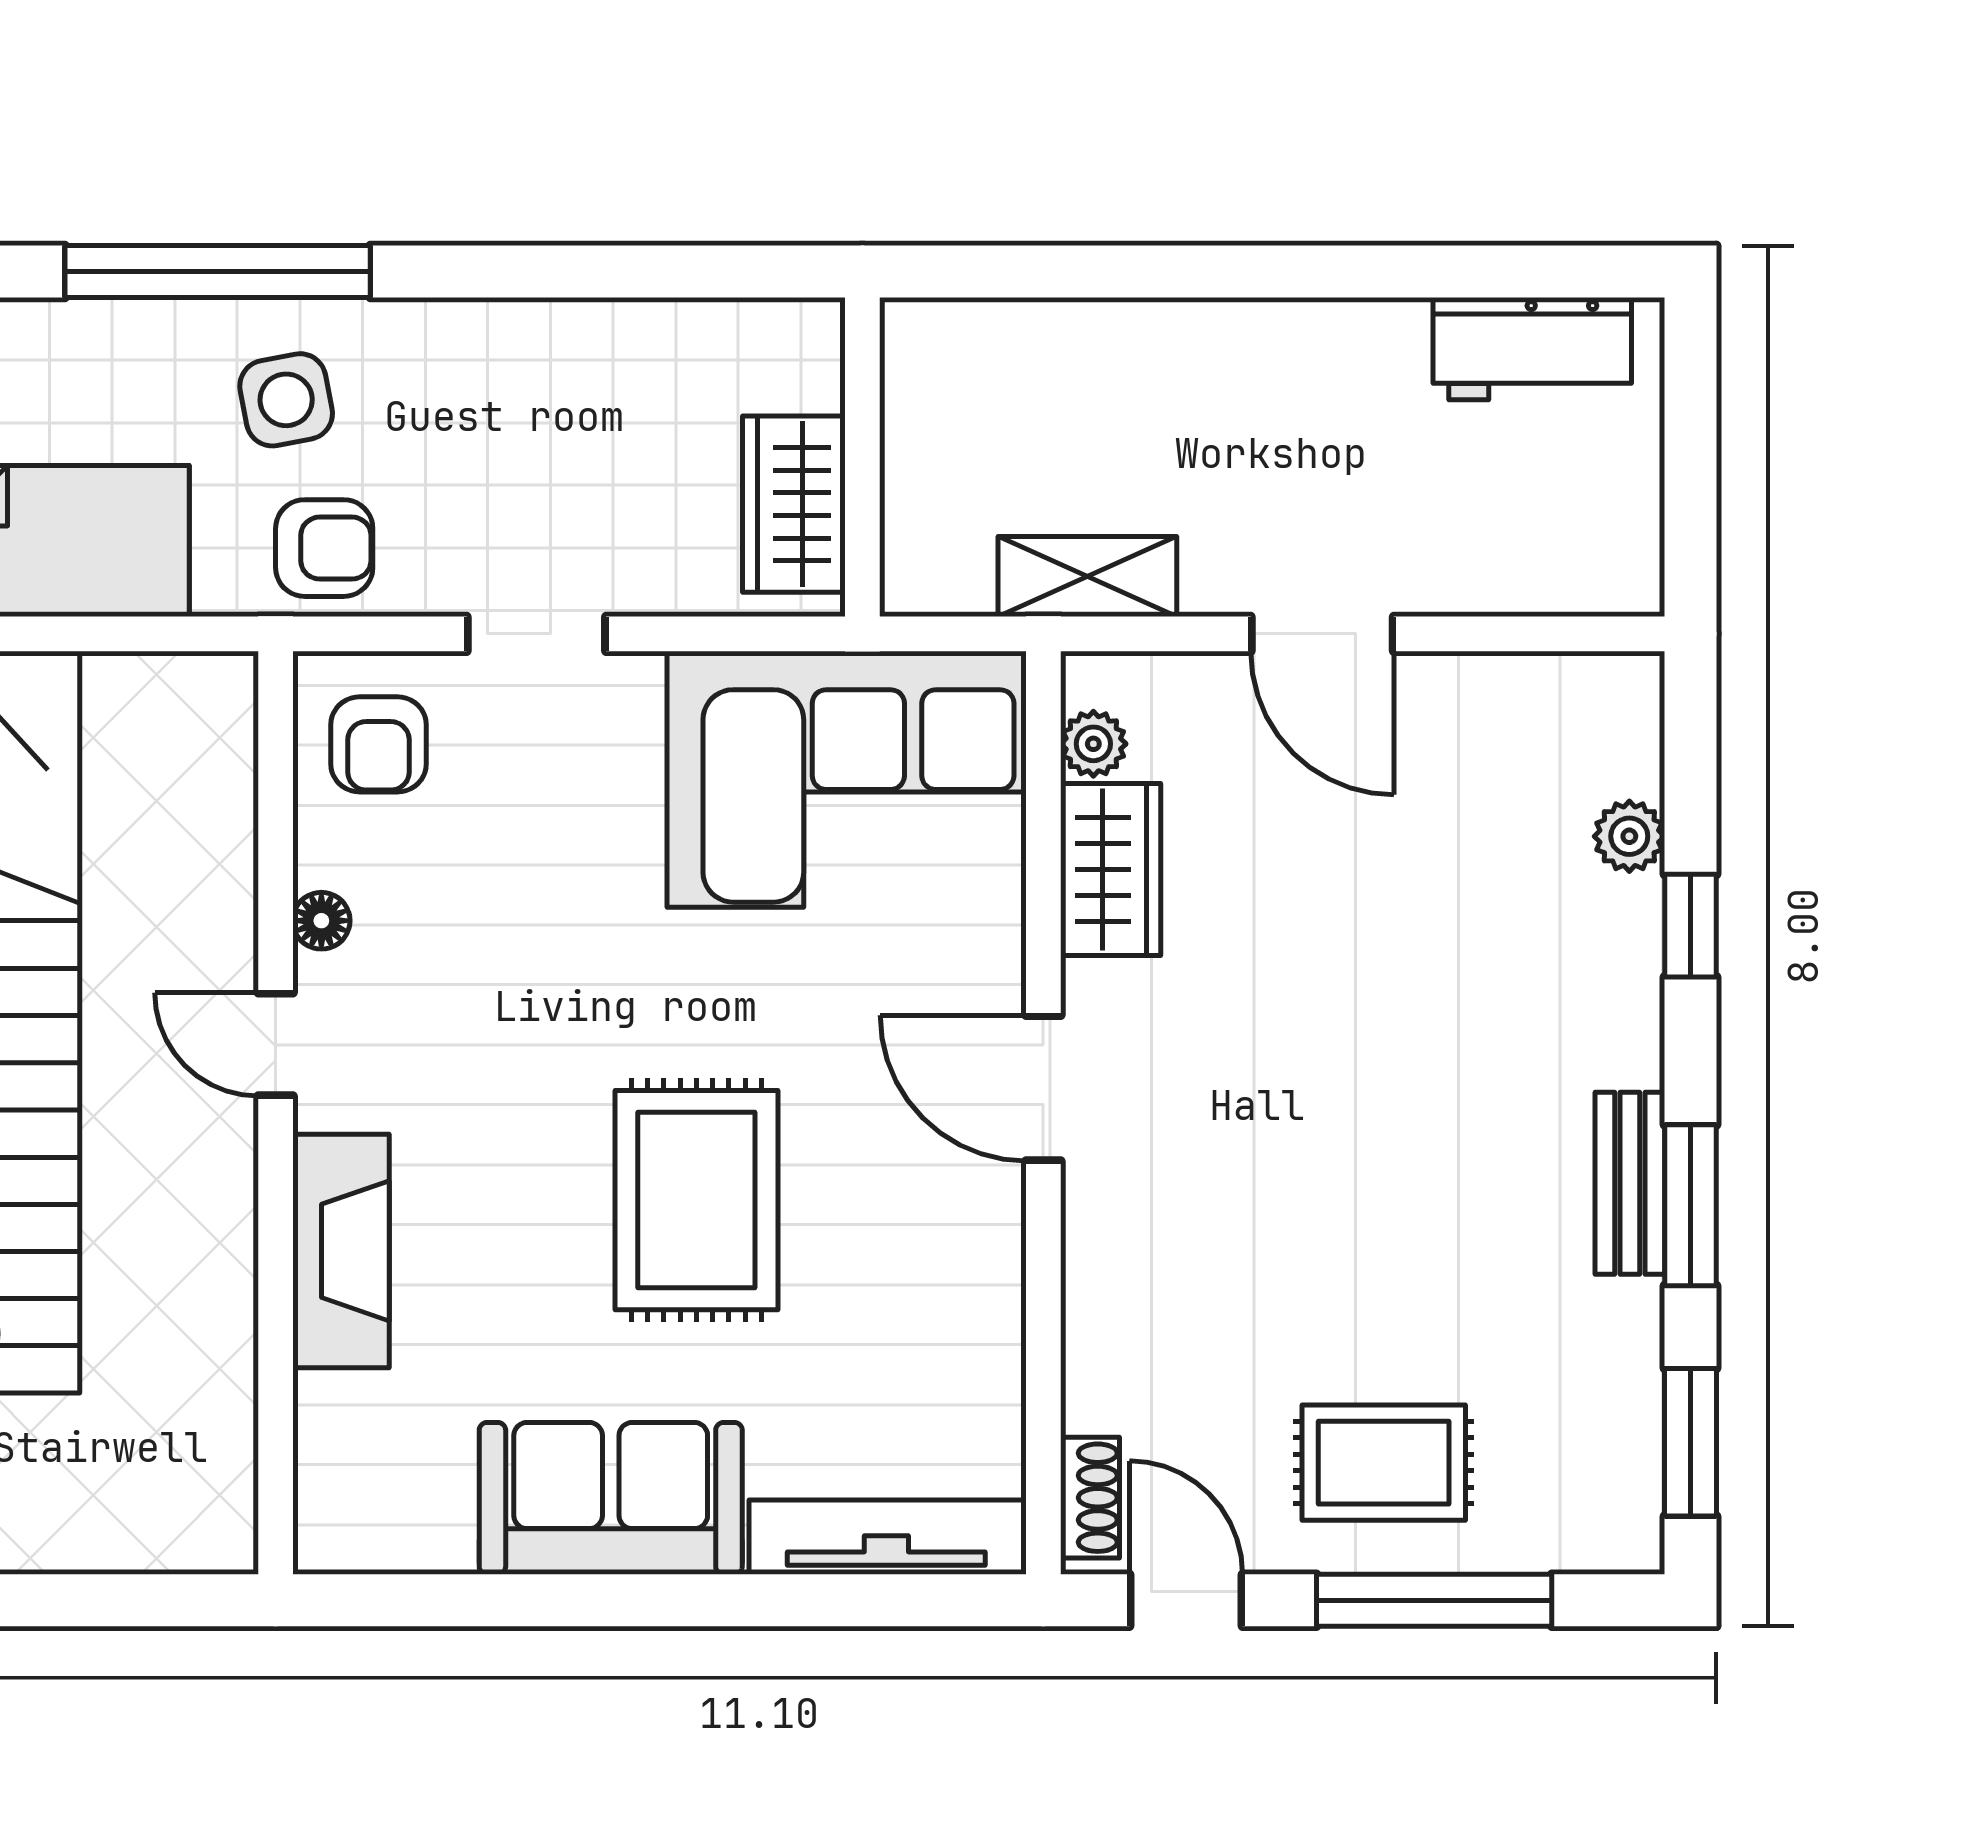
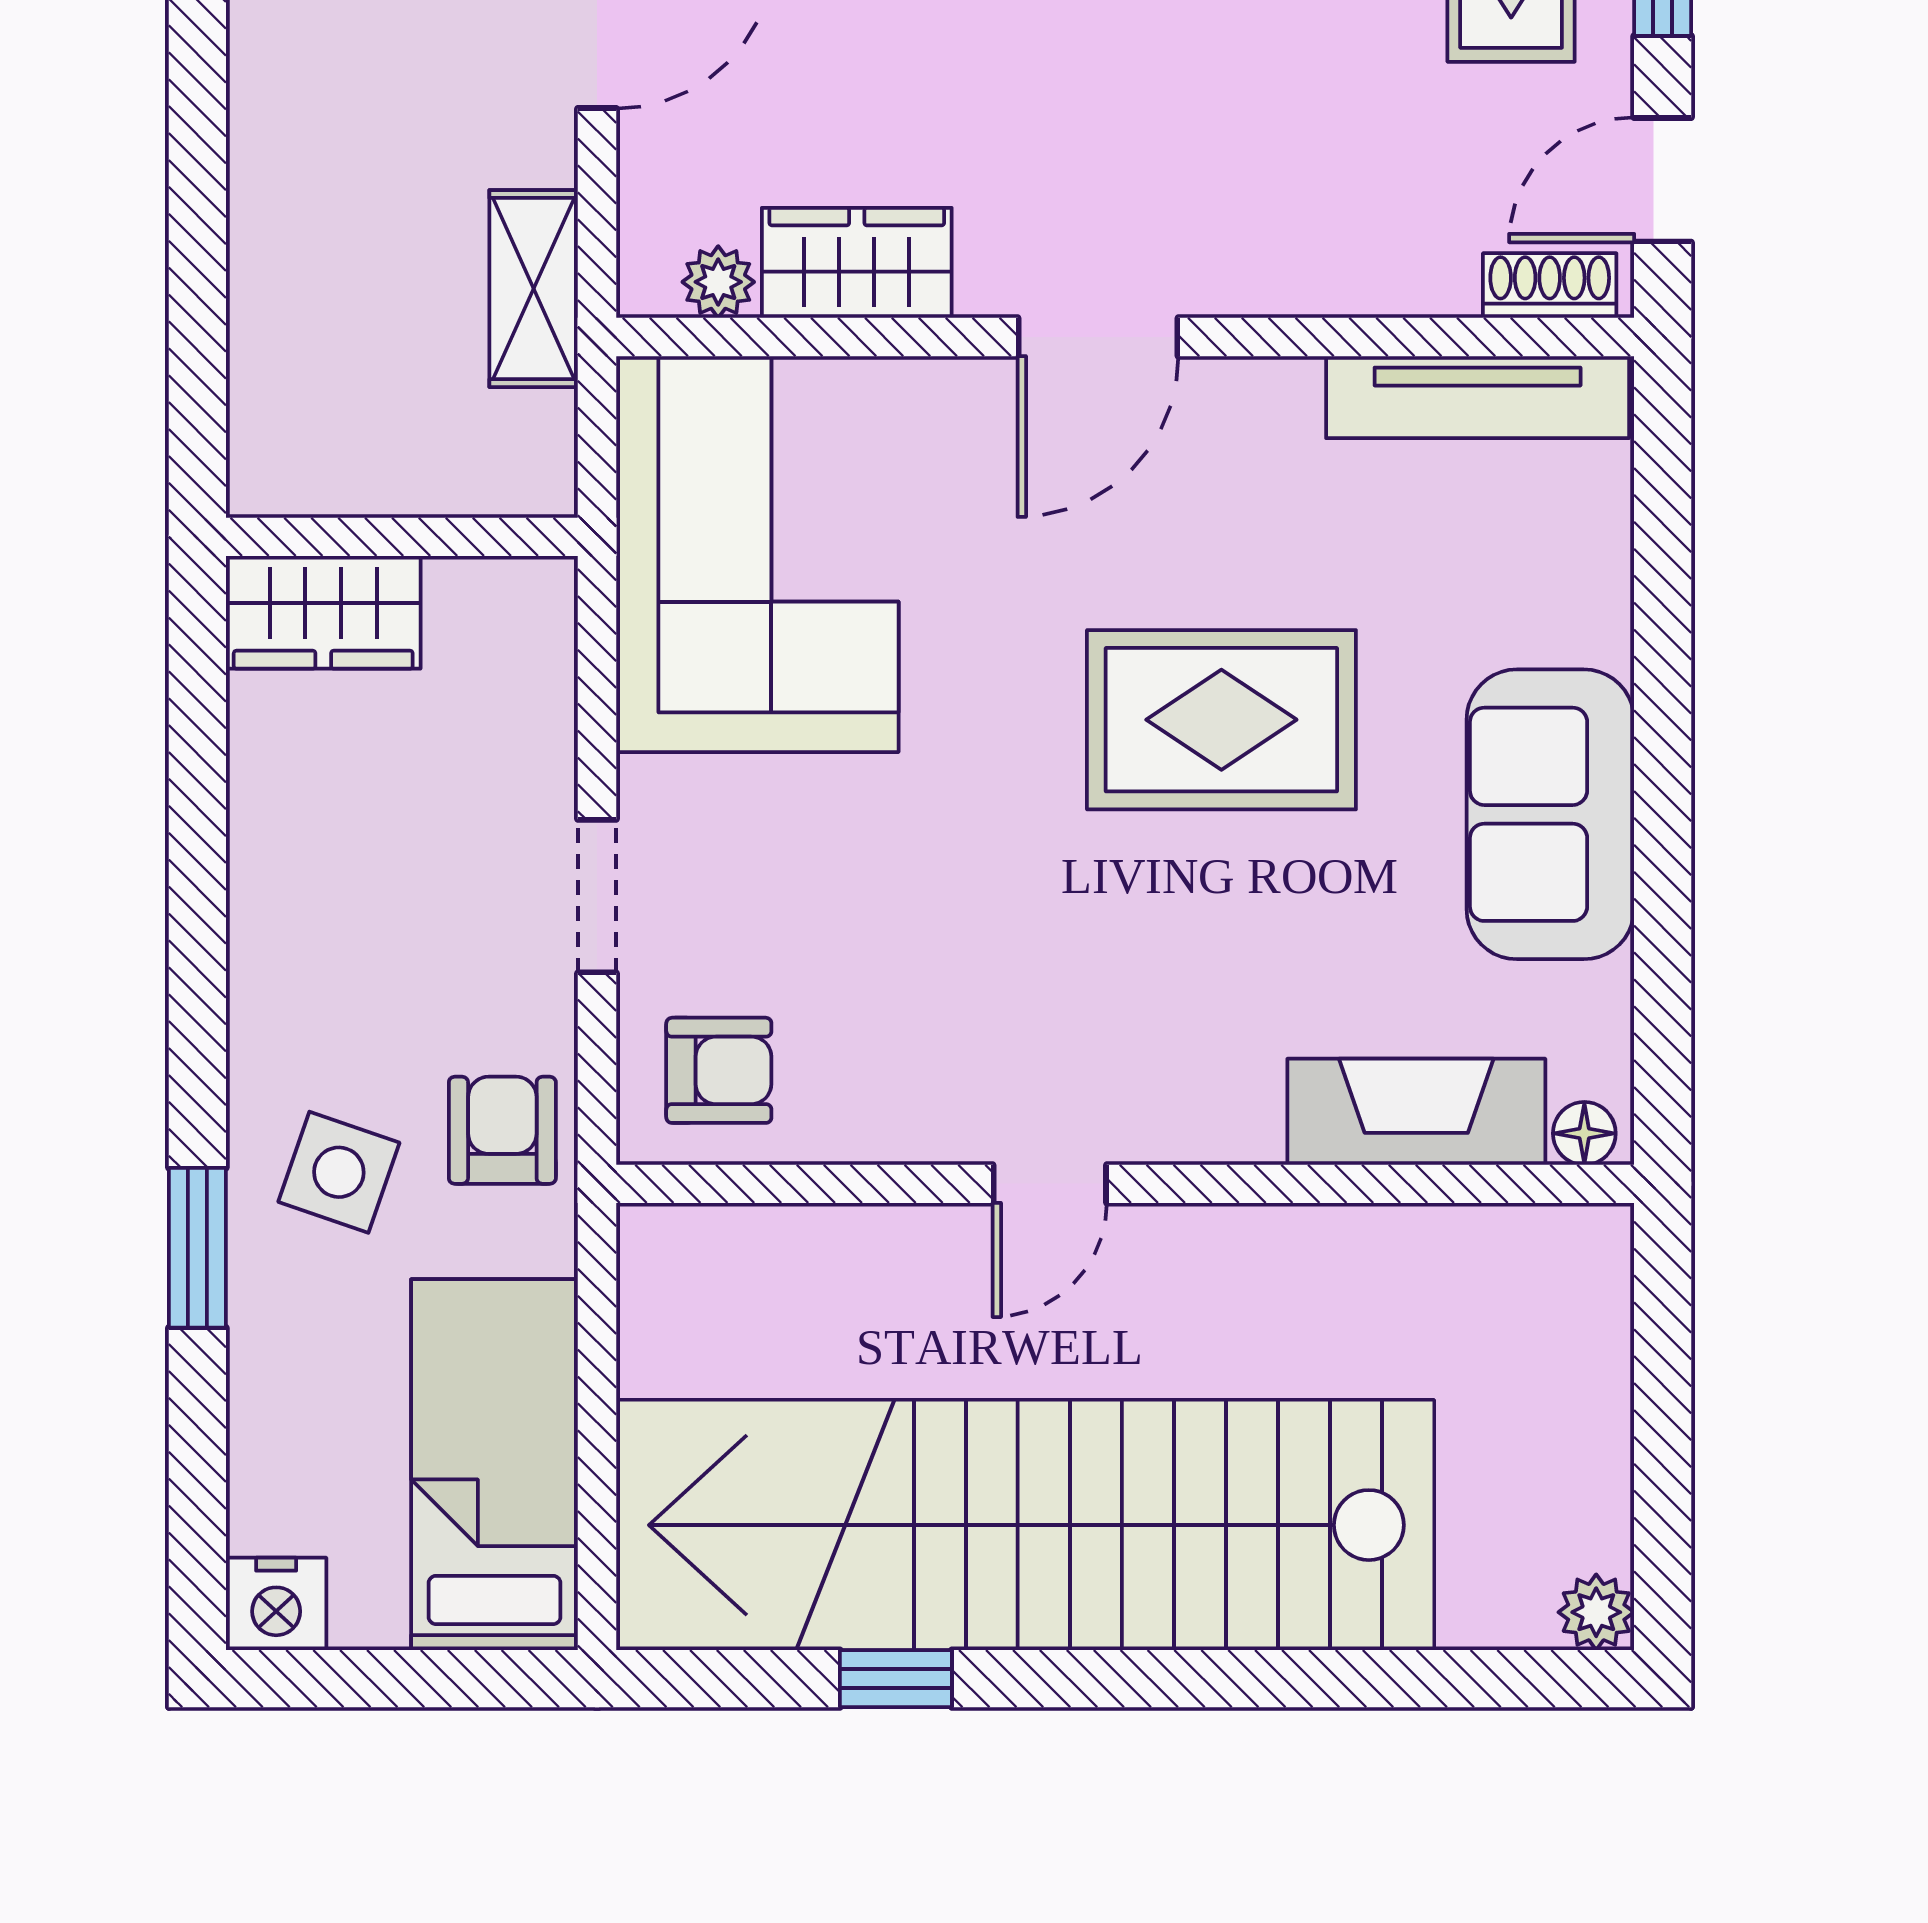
window: (218, 272) -> (197, 1248), width x0.47
side table: (286, 400) -> (339, 1172), turned 30
wardrobe: (794, 504) -> (323, 612), moved
floor lamp: (321, 921) -> (1584, 1133), moved
fireplace: (341, 1251) -> (1416, 1112), moved
tv unit: (886, 1537) -> (1478, 397), moved, turned -90

